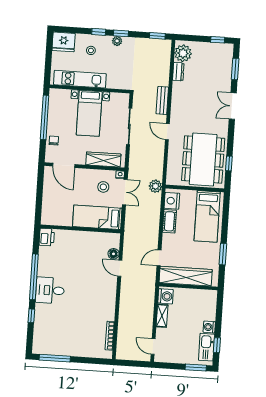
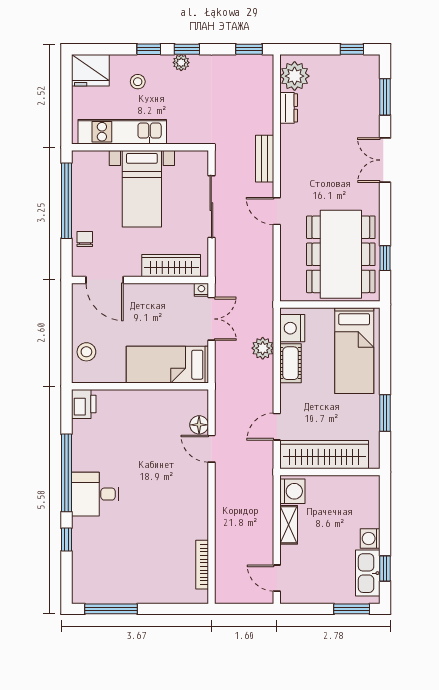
plant: (155, 186) -> (263, 348), moved
stool: (103, 187) -> (86, 352), moved

